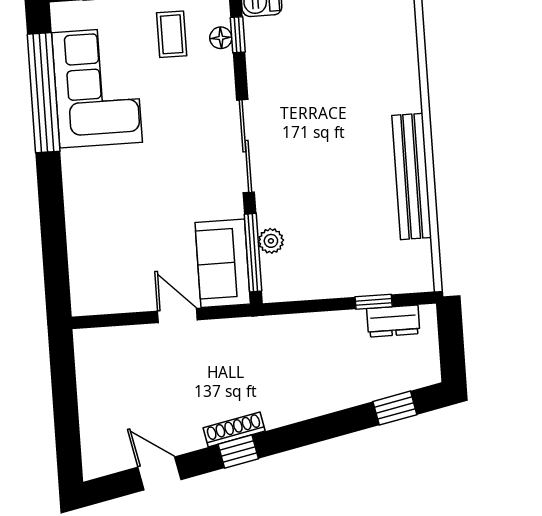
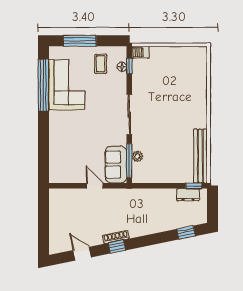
bench: (412, 176) -> (200, 156), moved
window: (374, 302) -> (194, 186), moved

